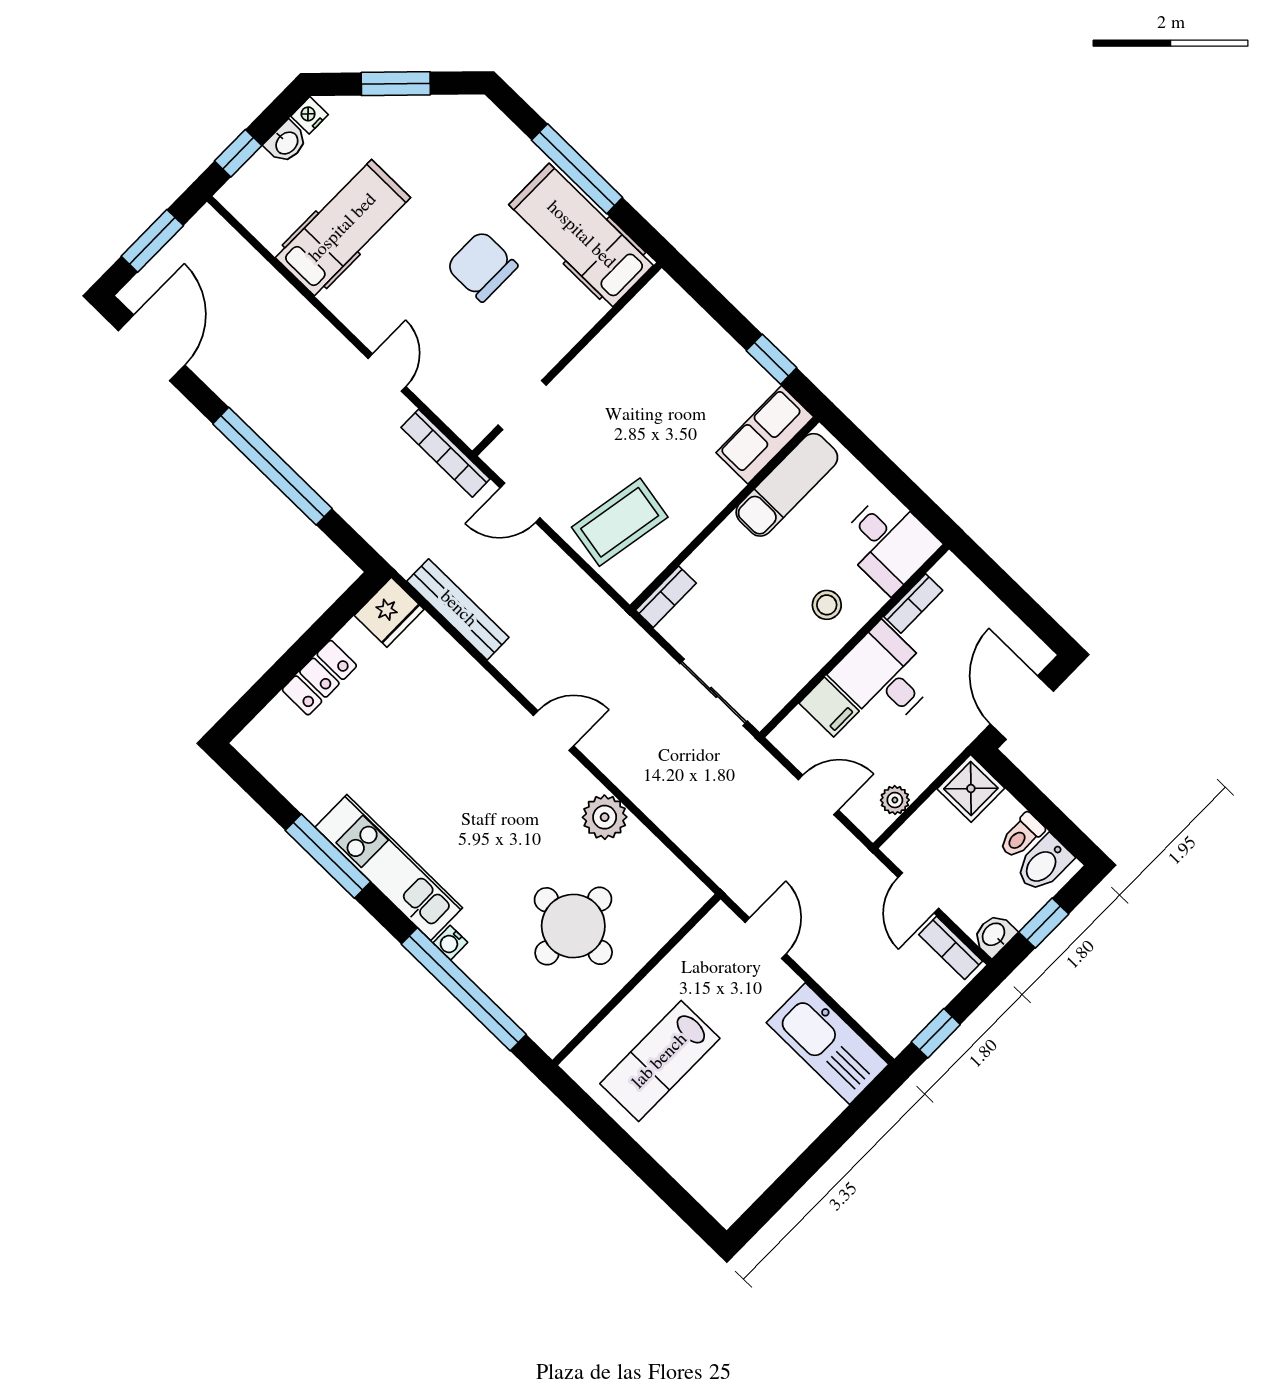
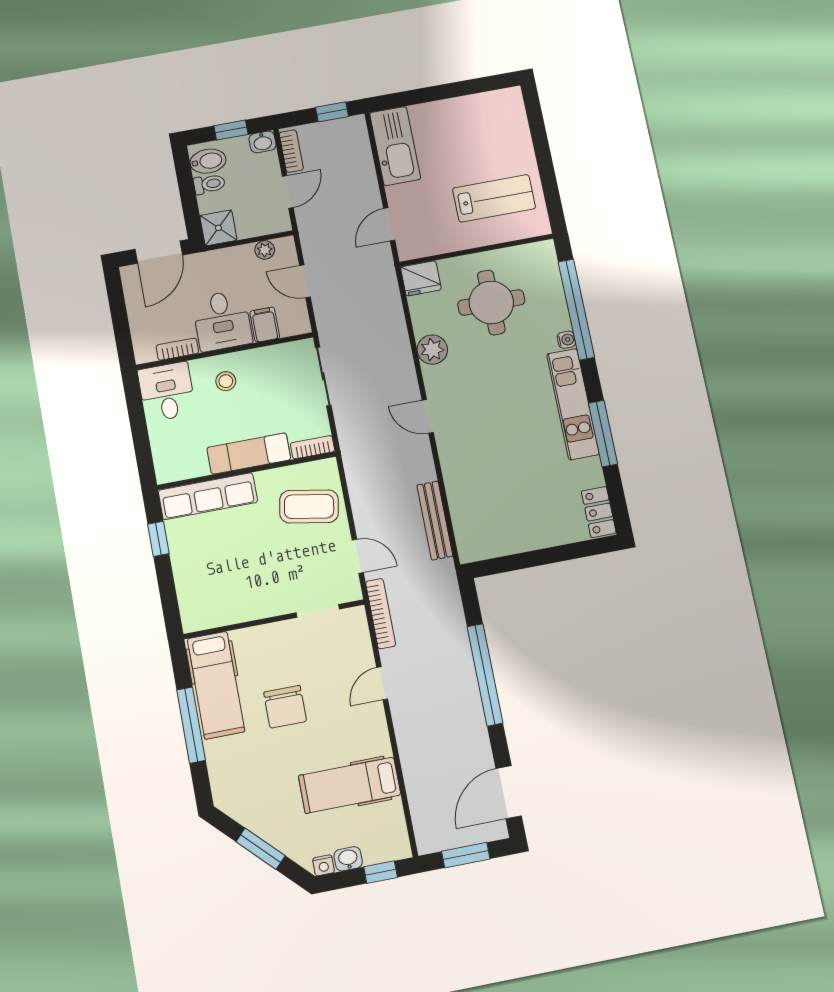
row of seats: (765, 435) -> (208, 496), width x1.48
exam couch: (787, 485) -> (249, 454), moved
fridge: (389, 612) -> (421, 278), moved, turned 180
locker: (319, 678) -> (599, 512), moved, turned -90

